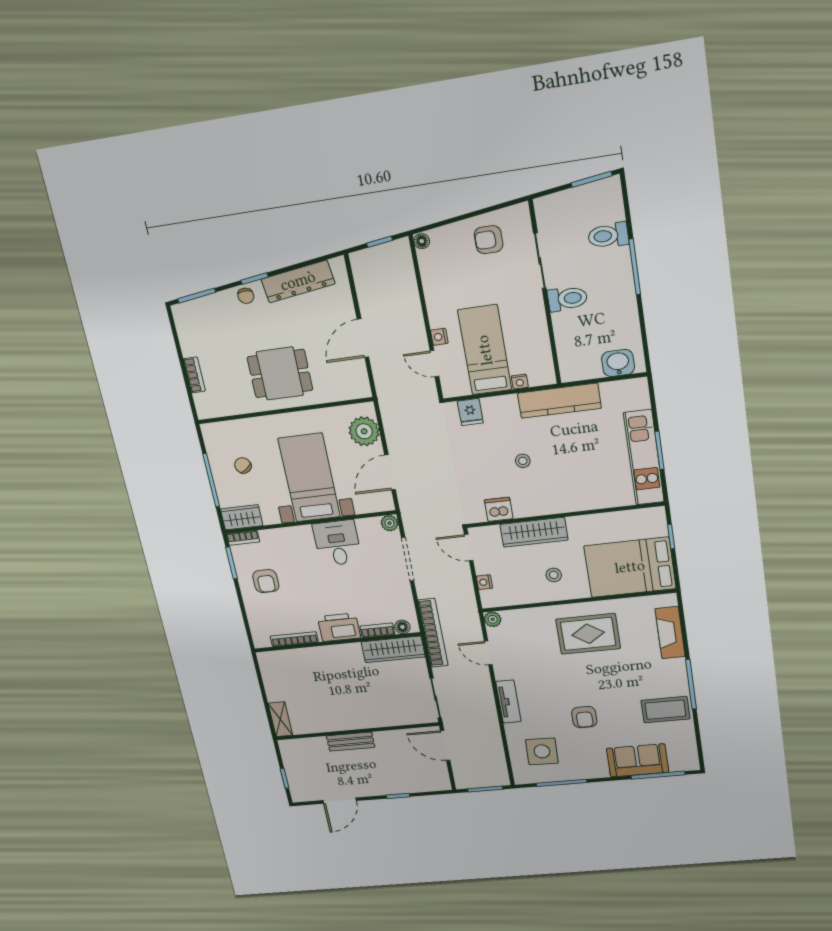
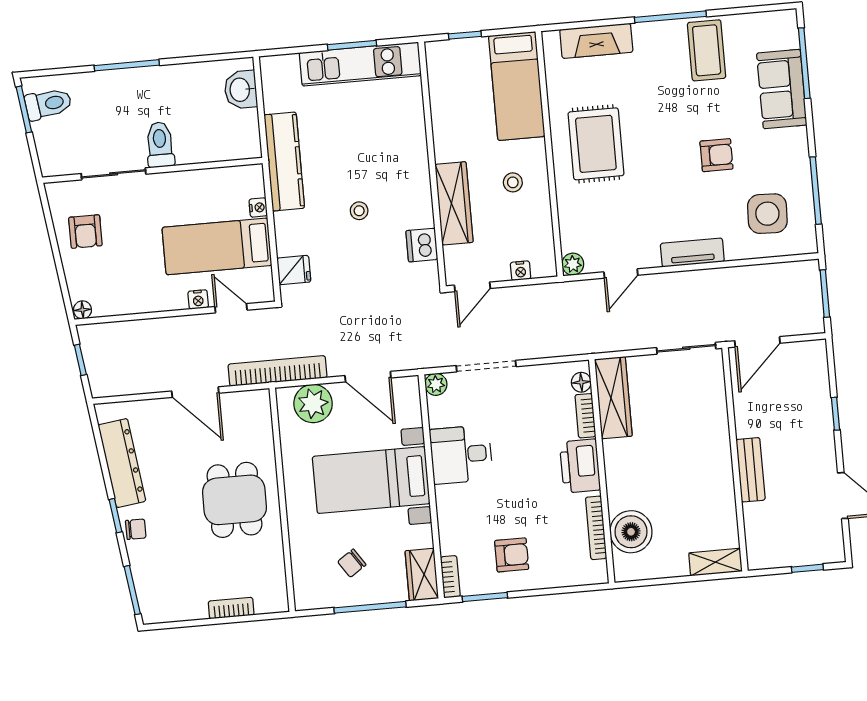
toilet: (608, 236) -> (48, 104), moved, turned -98
door: (434, 364) -> (231, 308), swing flipped
bed: (630, 567) -> (517, 86), width x0.67
bookcase: (433, 633) -> (278, 371), moved
boiler: (295, 663) -> (631, 532), added

